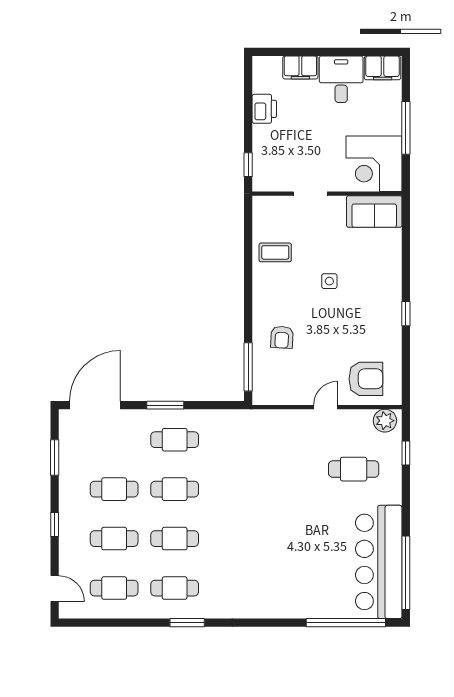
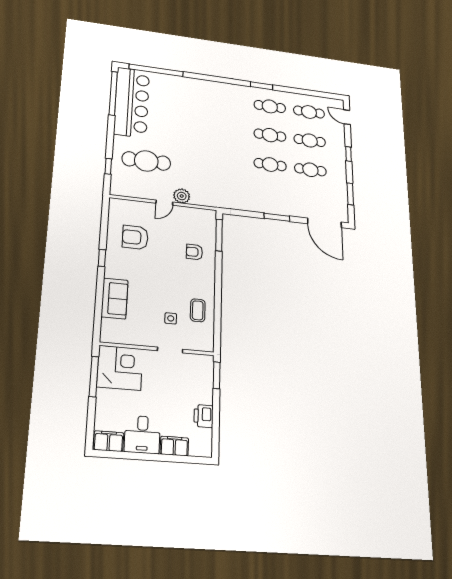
window: (406, 128) -> (94, 377), moved
window: (248, 165) -> (217, 375), width x1.50
sofa: (374, 211) -> (115, 298), moved, turned 90
coffee table: (275, 252) -> (198, 310), turned 90
side table: (329, 281) -> (171, 318), moved
armchair: (282, 337) -> (194, 252), turned -93
armchair: (366, 379) -> (135, 237), moved
door: (95, 405) -> (325, 223), hinge flipped
plant: (385, 421) -> (182, 196), moved
cafe table: (175, 440) -> (270, 195), removed
cafe table: (354, 469) -> (146, 161), width x1.37, depth x1.35

